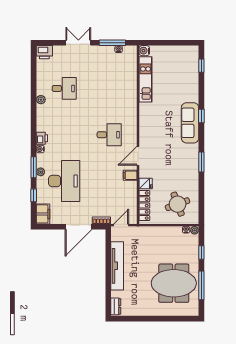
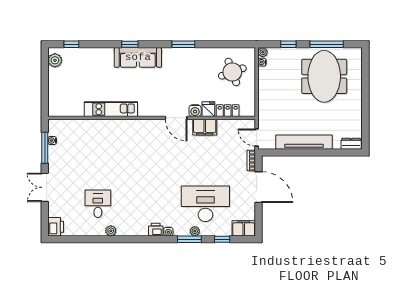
water cooler: (144, 51) -> (195, 111), moved
plant: (188, 52) -> (55, 60), added
kitchen unit: (146, 79) -> (111, 109), moved
desk: (109, 135) -> (152, 151), removed
filing cabinet: (130, 175) -> (205, 127), width x2.00
locker: (144, 206) -> (228, 111), width x0.66

